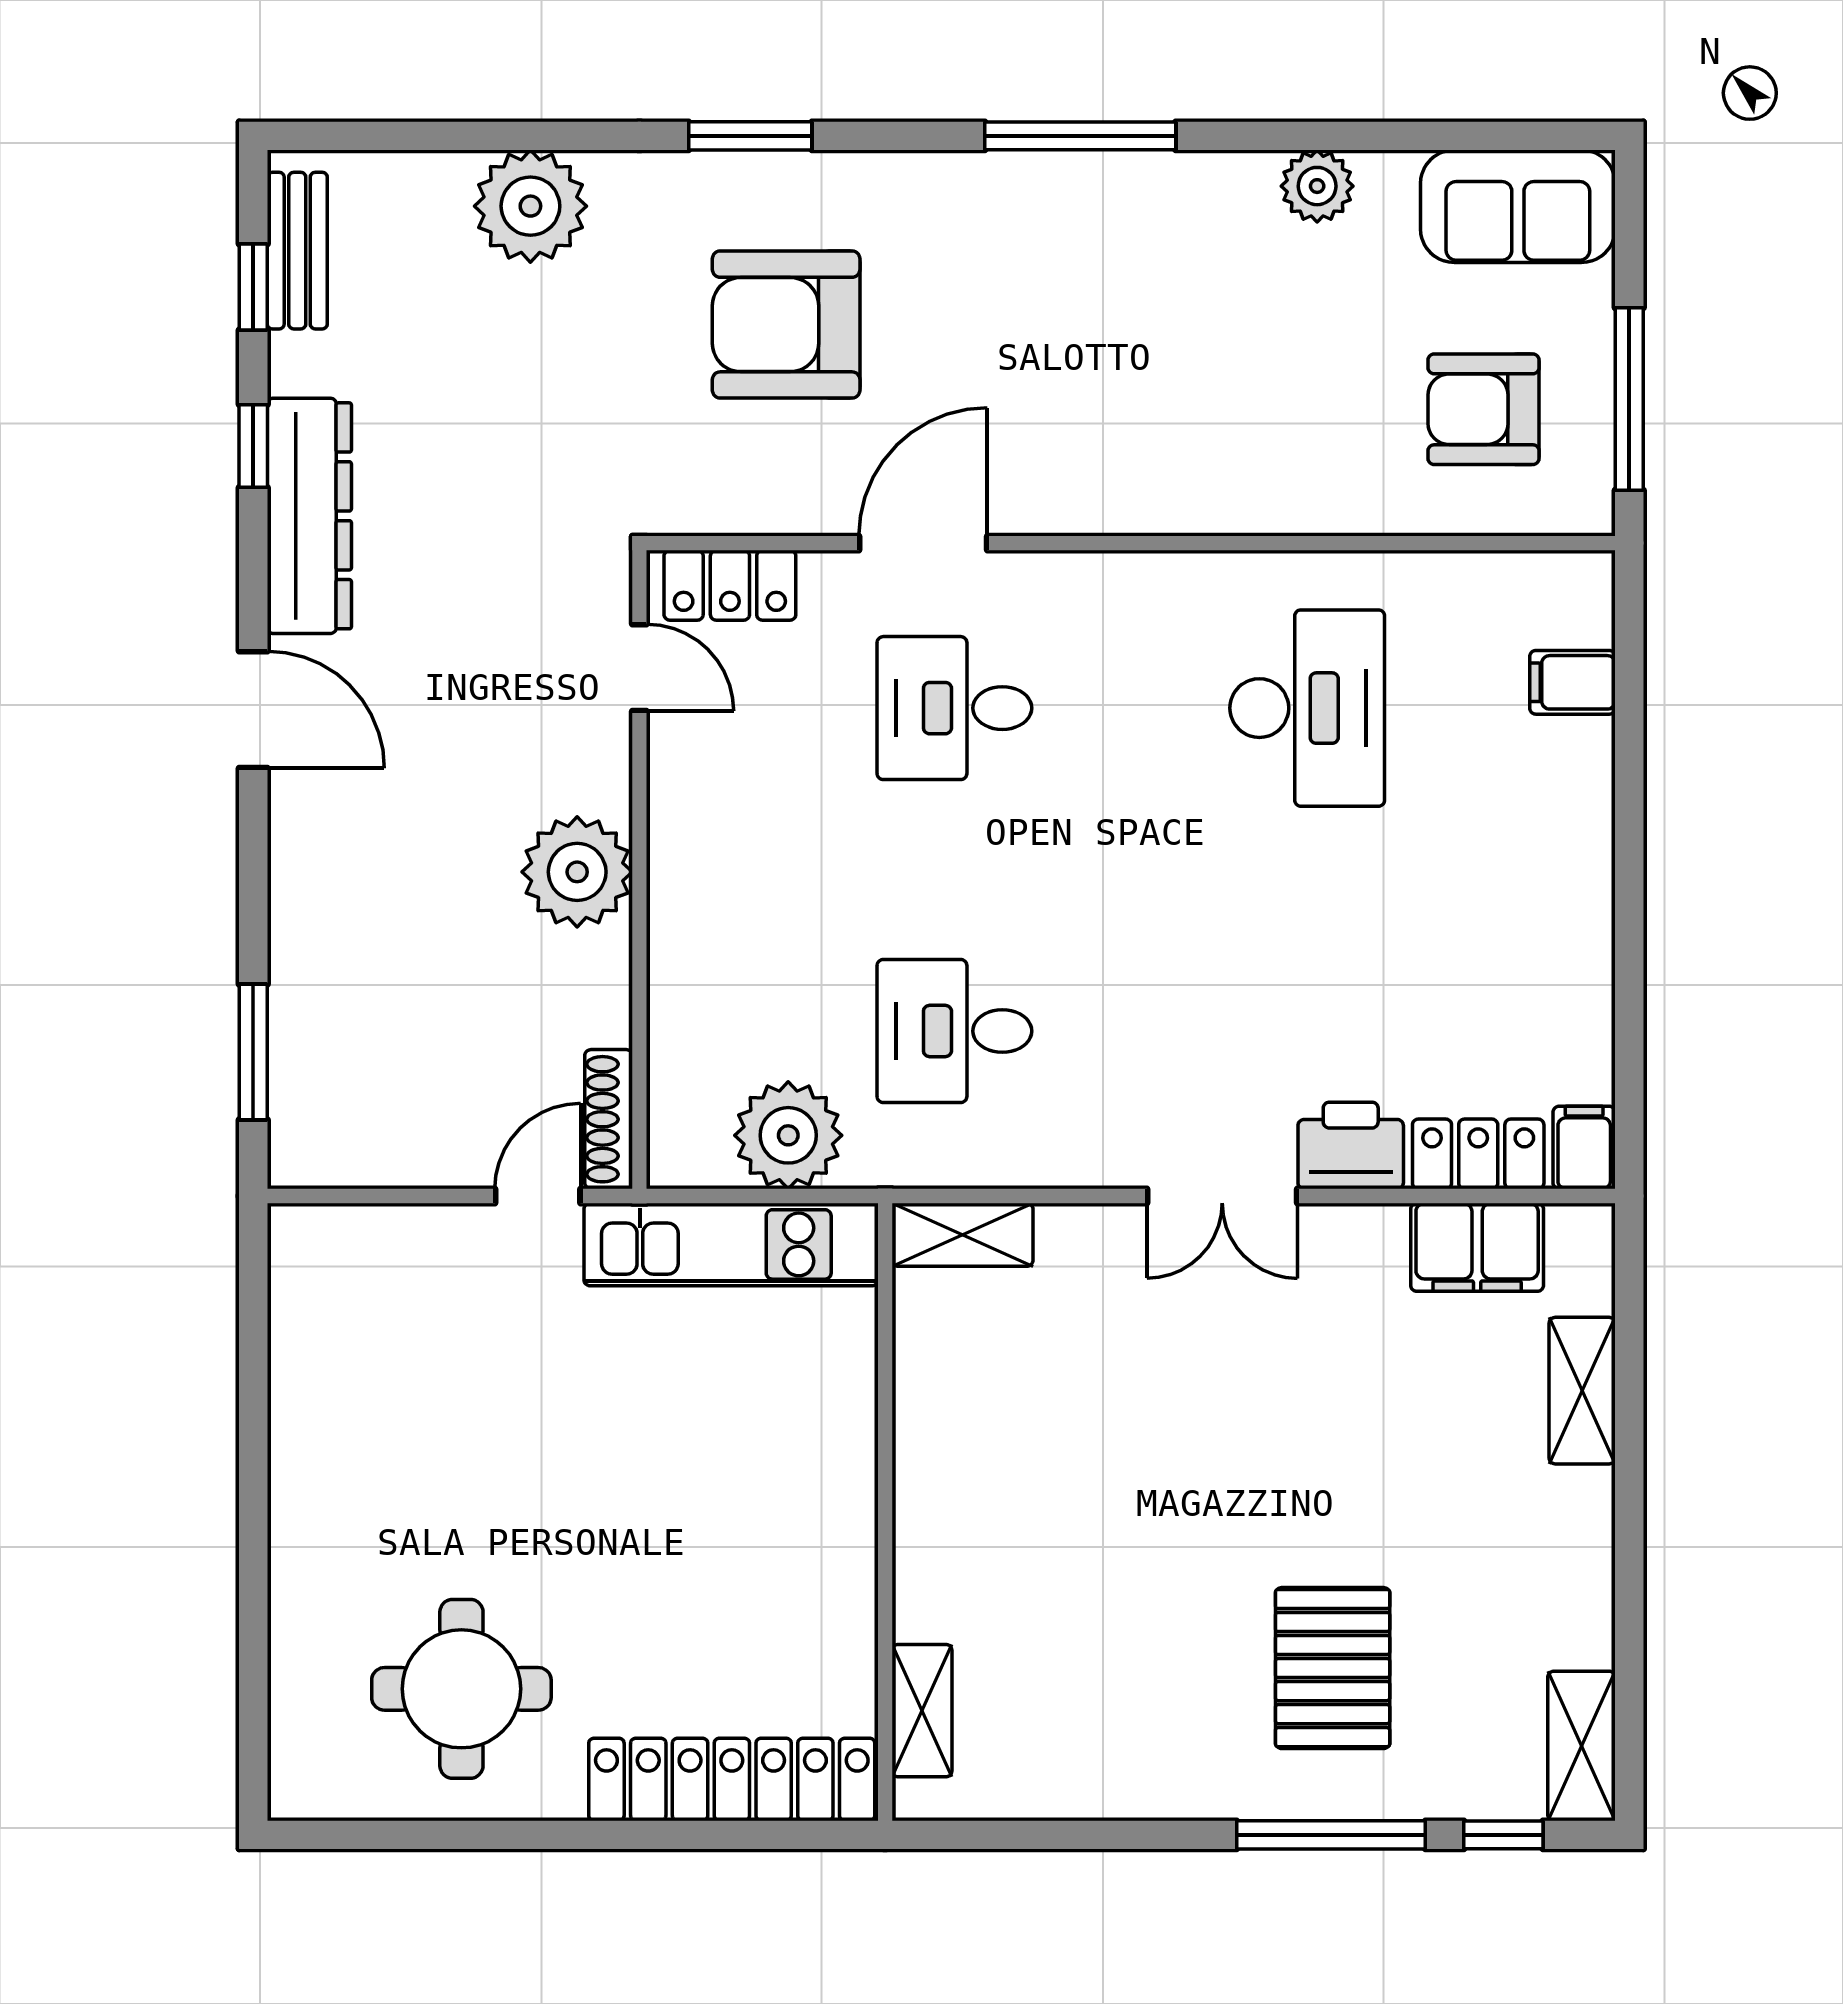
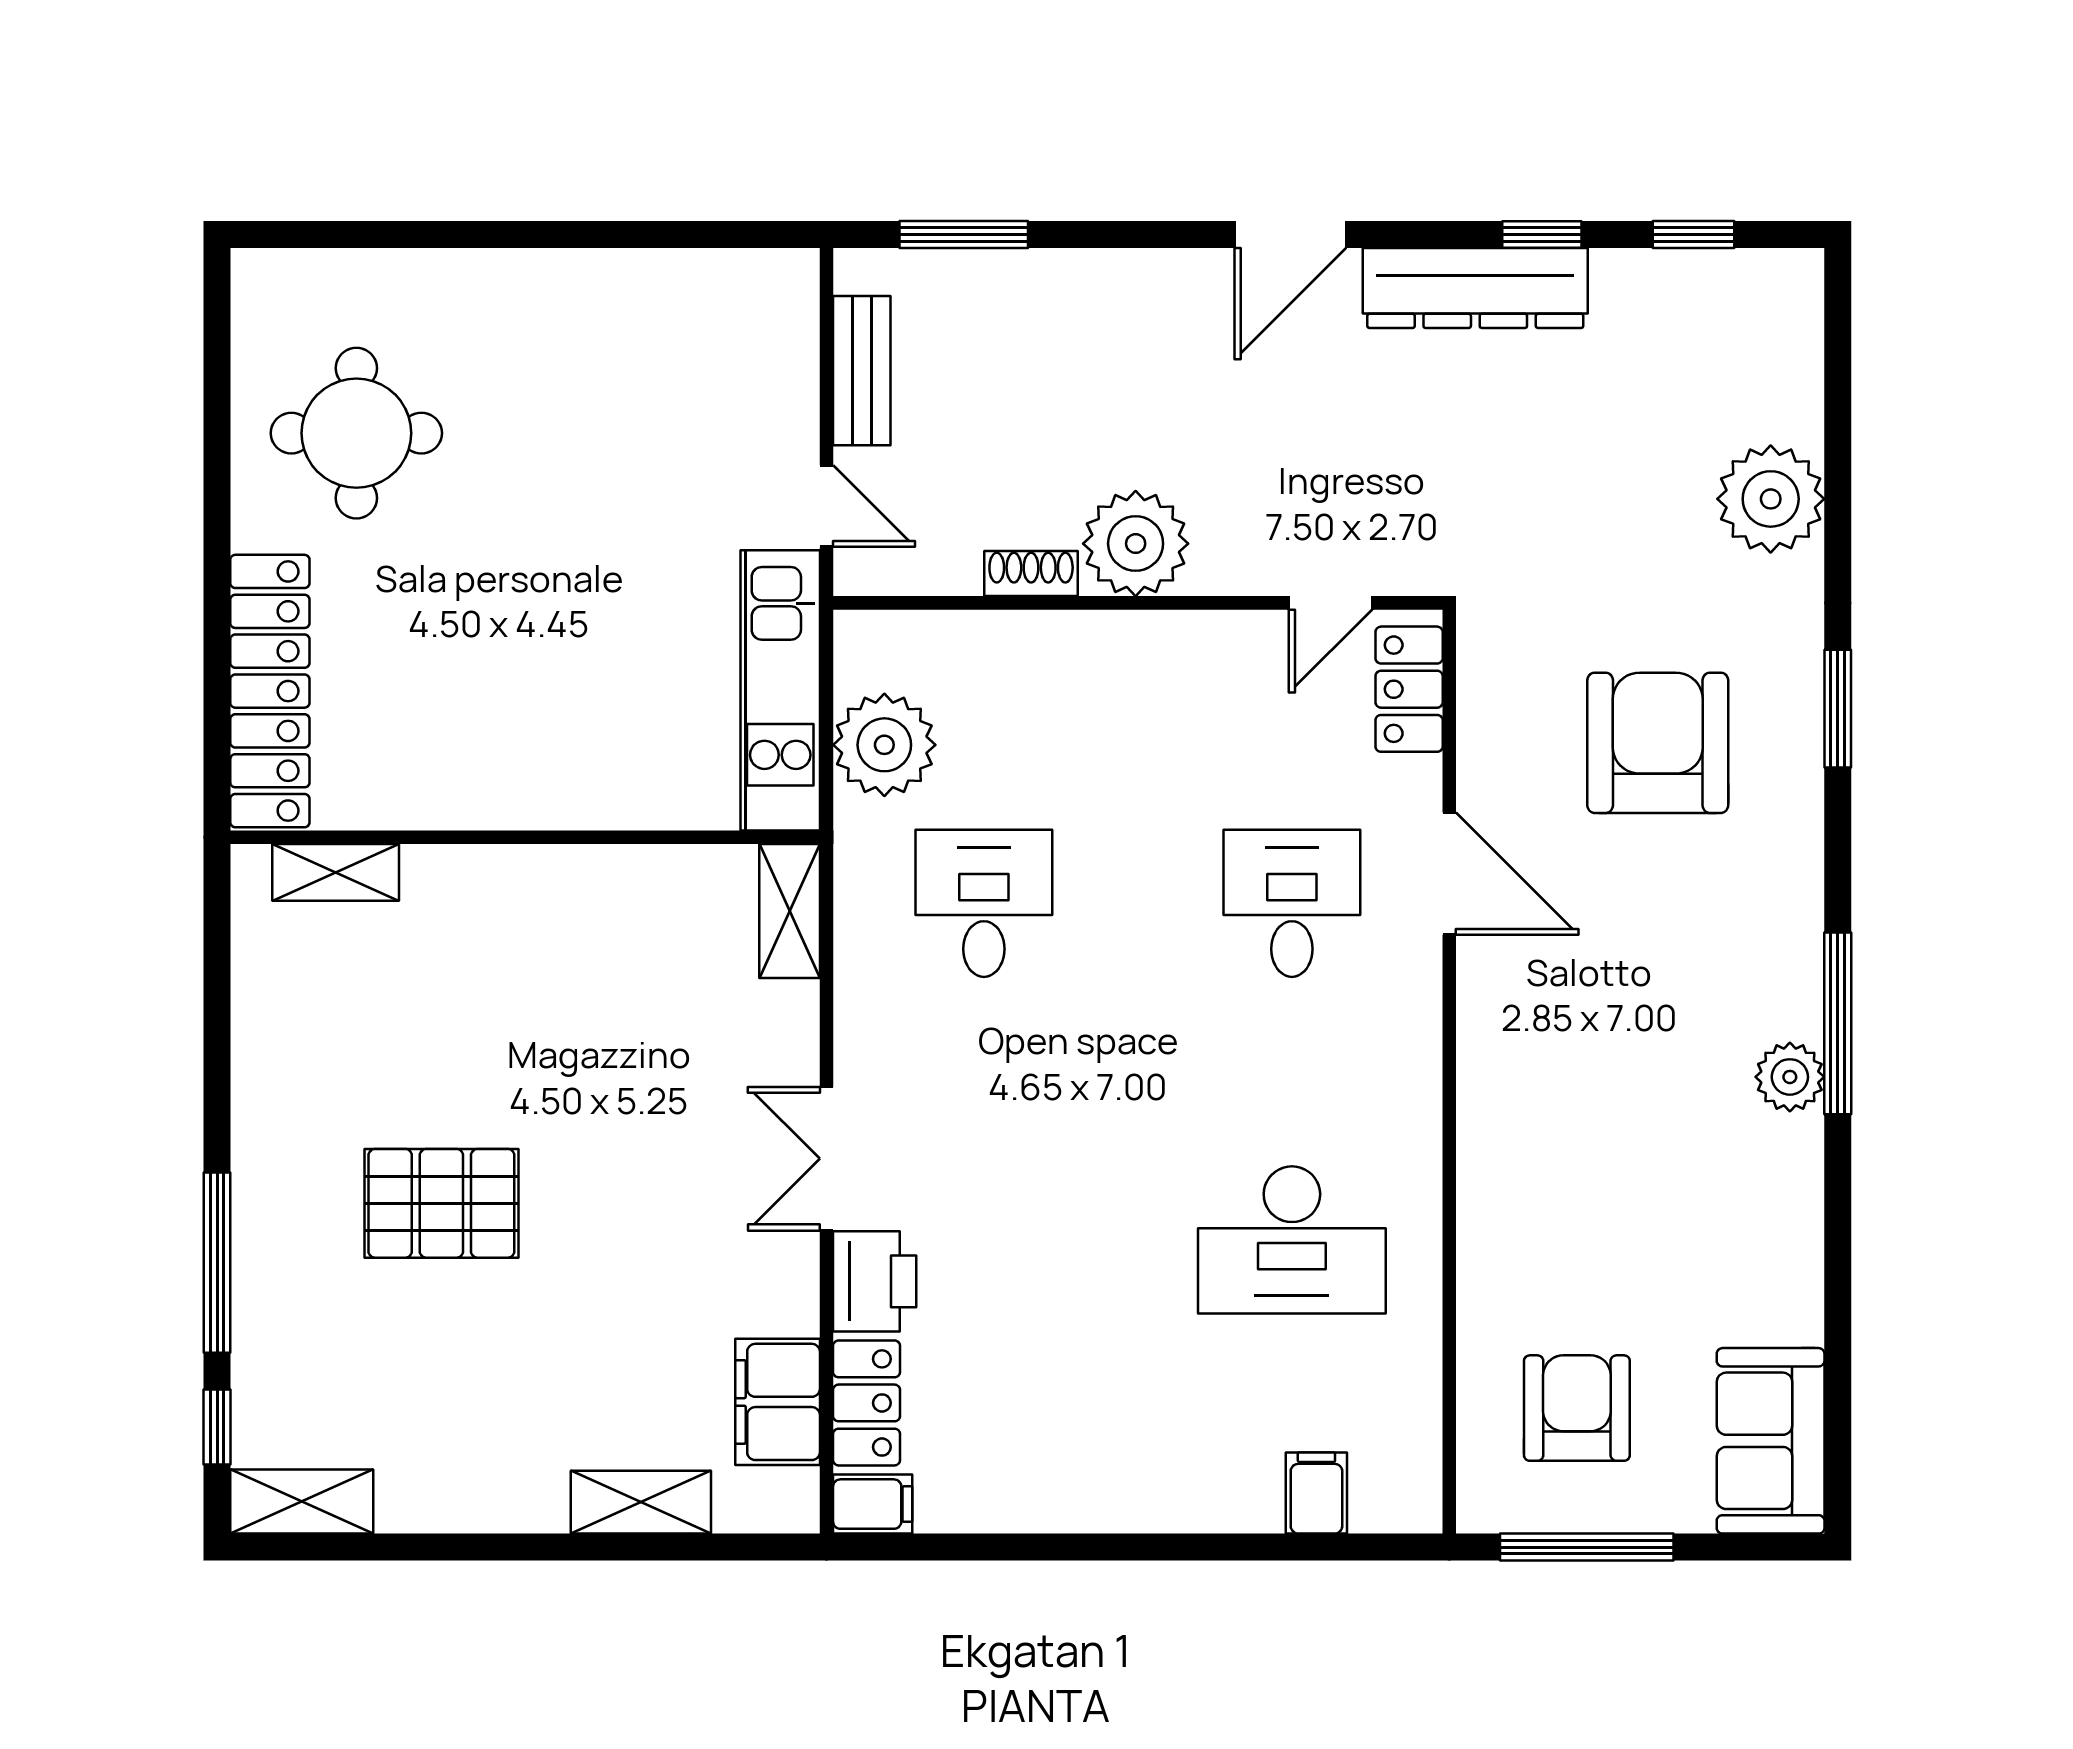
plant: (1317, 186) -> (1790, 1077), moved
bench: (297, 251) -> (862, 371), moved, turned 90
shoe rack: (609, 1119) -> (1031, 574), moved, width x0.70
pallet: (1333, 1668) -> (441, 1203), moved

